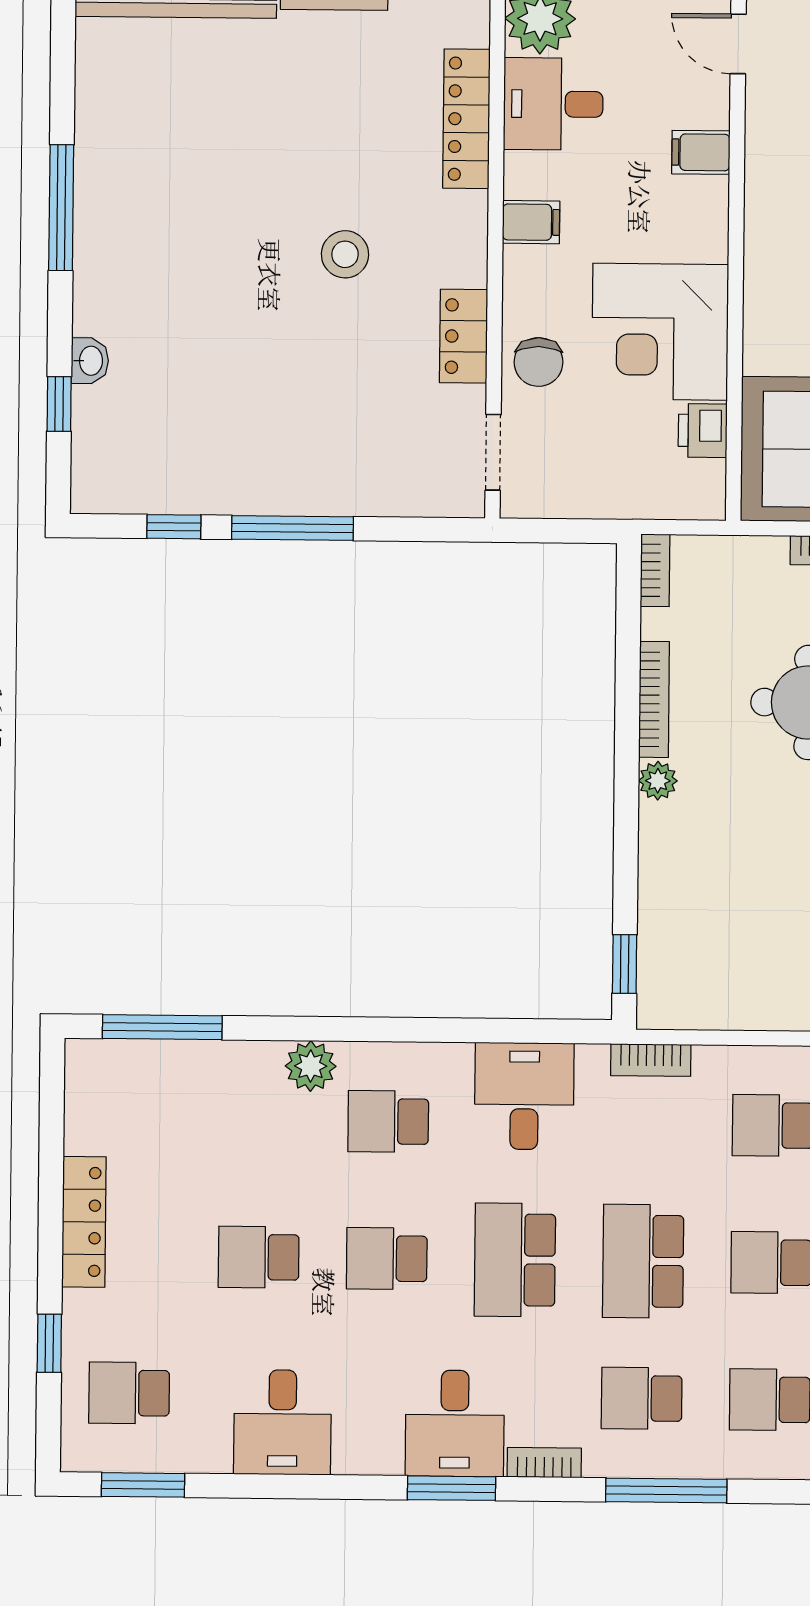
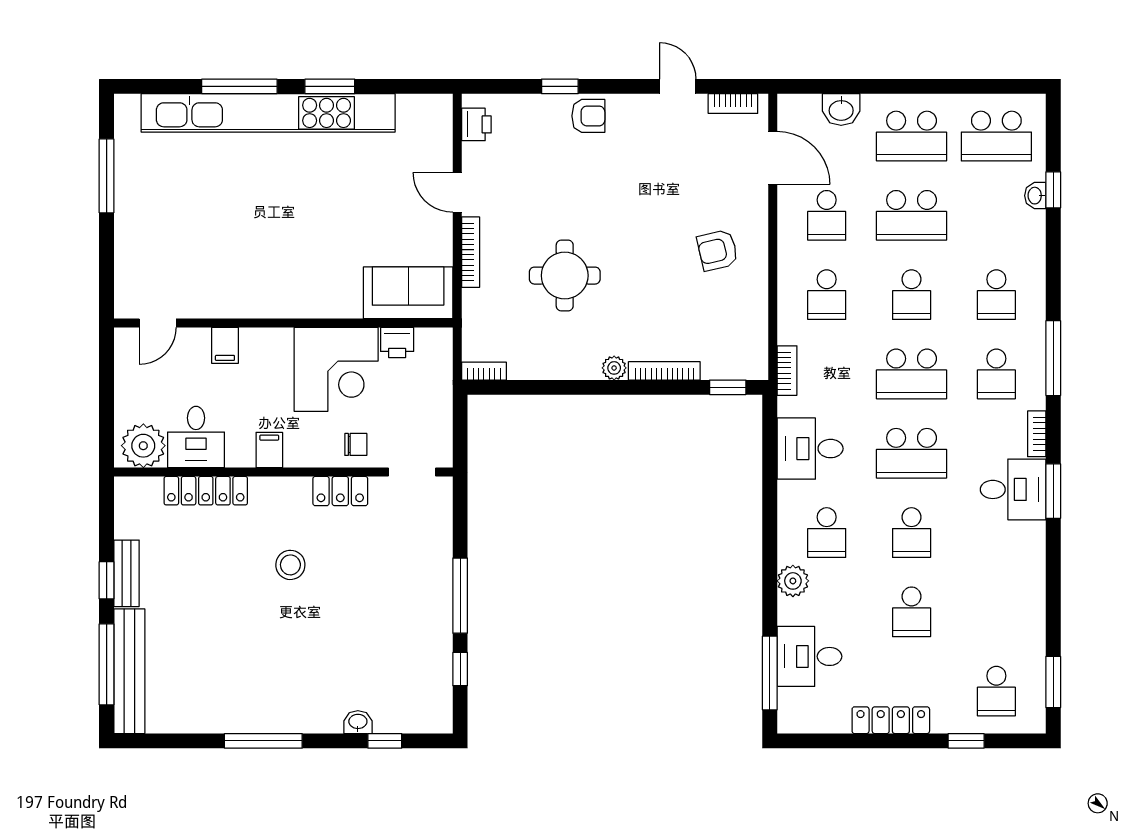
chair: (539, 362) -> (356, 444), width x0.73, depth x0.73
bookcase: (654, 699) -> (664, 371), moved
desk: (283, 1422) -> (809, 656), moved, turned 180

